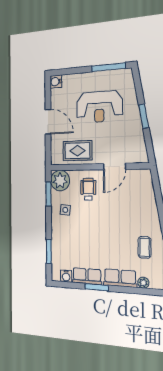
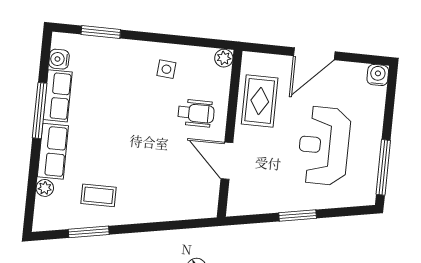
plant: (60, 181) -> (224, 58), width x0.53, depth x0.53
window: (48, 194) -> (195, 42), removed
window: (97, 287) -> (40, 111), width x1.44

